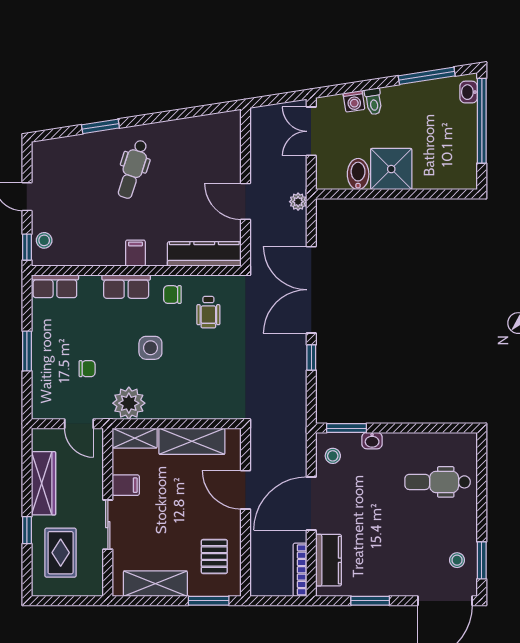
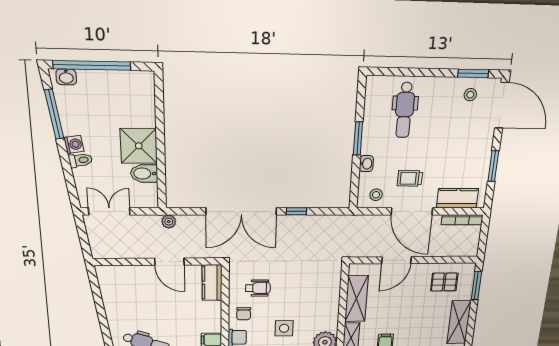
washing machine: (354, 101) -> (74, 144), moved
double door: (311, 131) -> (109, 211), swing flipped
door: (246, 201) -> (169, 262), hinge flipped
kitchen counter: (204, 254) -> (212, 283), width x0.67
window: (346, 428) -> (358, 138), moved
trolley: (354, 497) -> (410, 178), added

